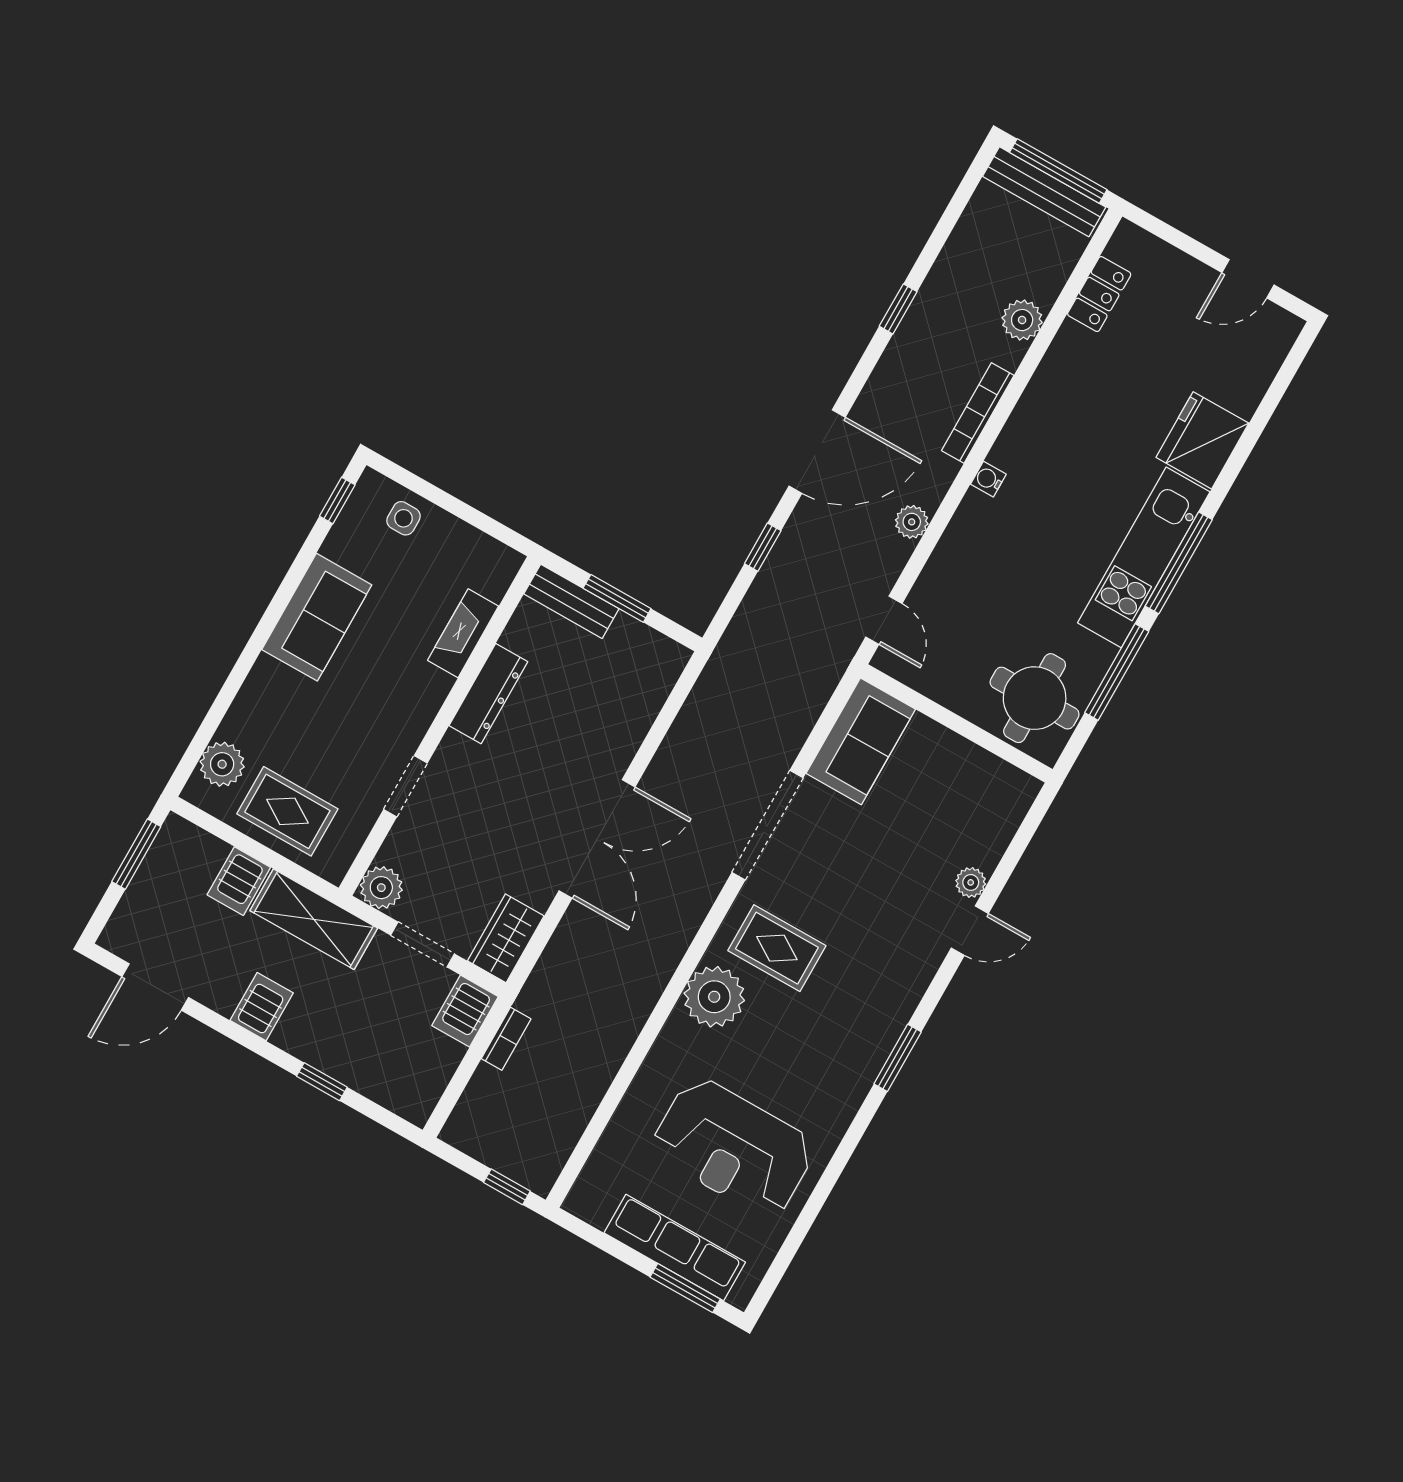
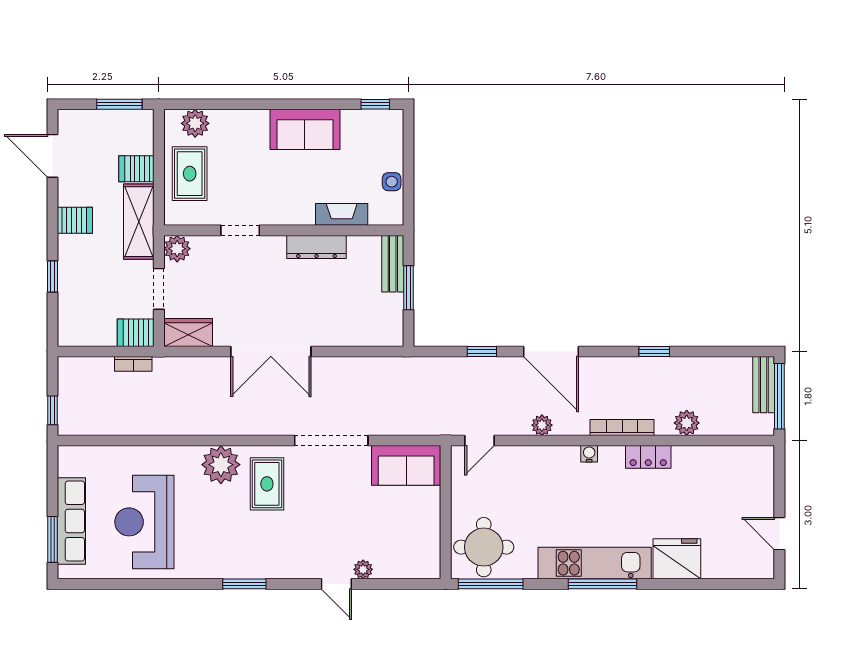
bench: (1044, 192) -> (764, 385), width x0.73
locker: (1099, 294) -> (648, 457), moved
side table: (404, 518) -> (392, 182), moved
window: (1117, 672) -> (491, 584), moved

